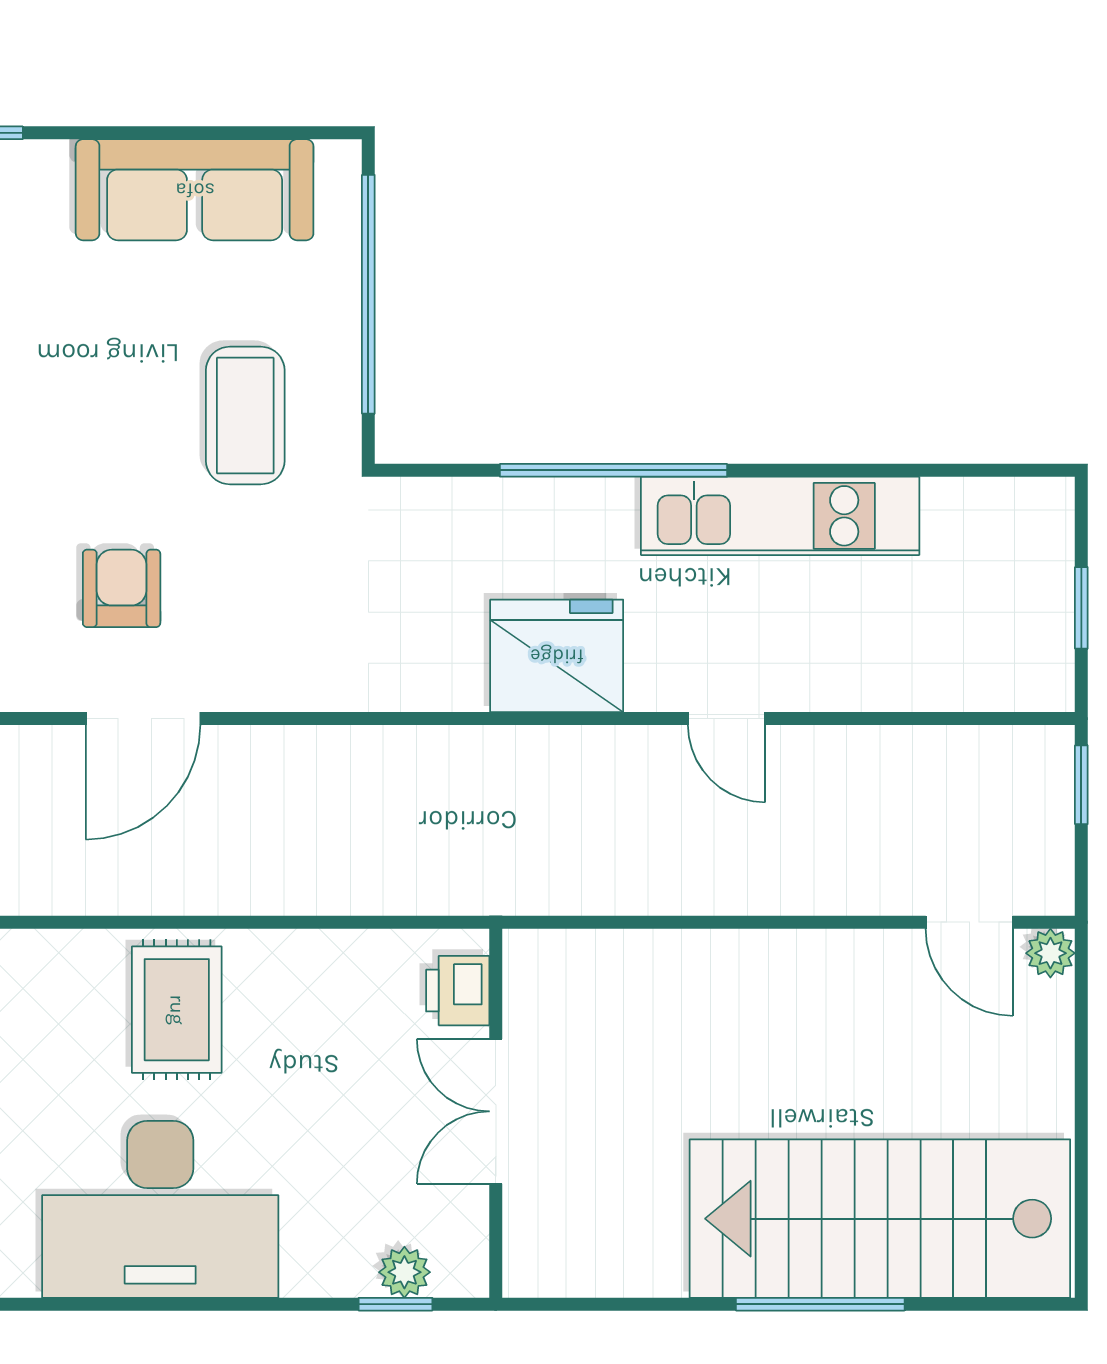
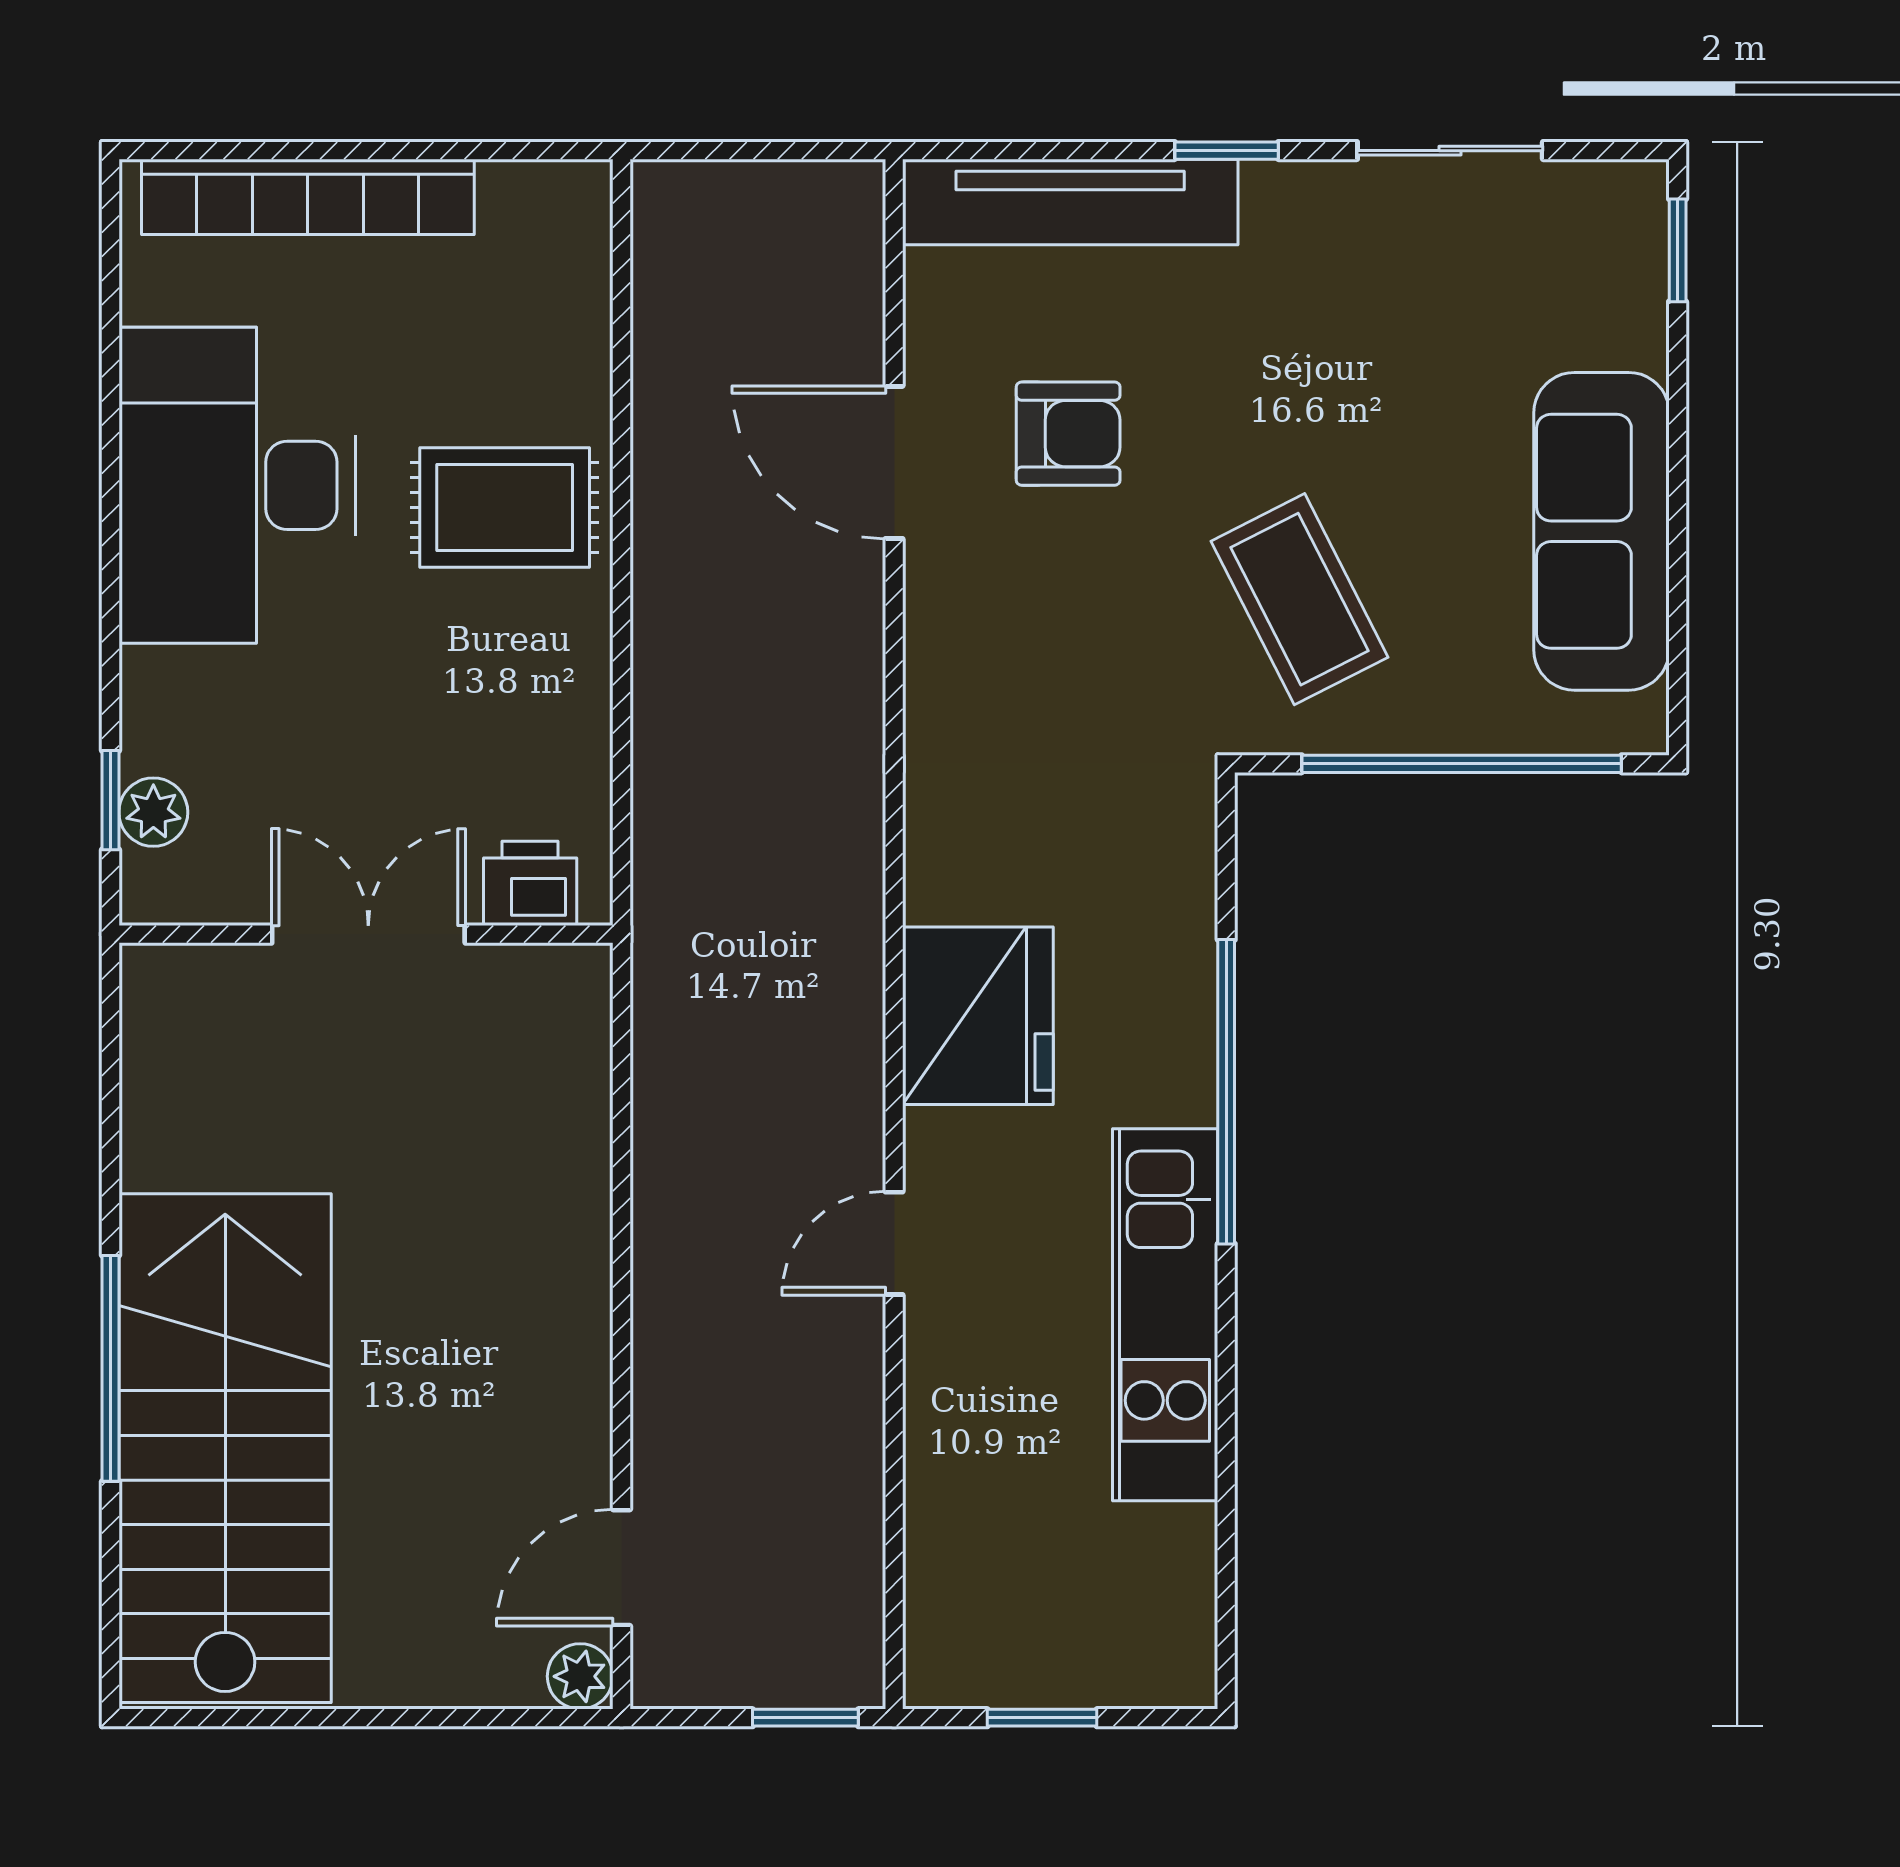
coffee table: (245, 416) -> (1299, 599), turned 63

